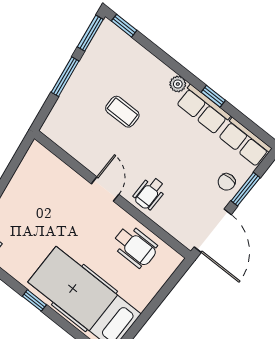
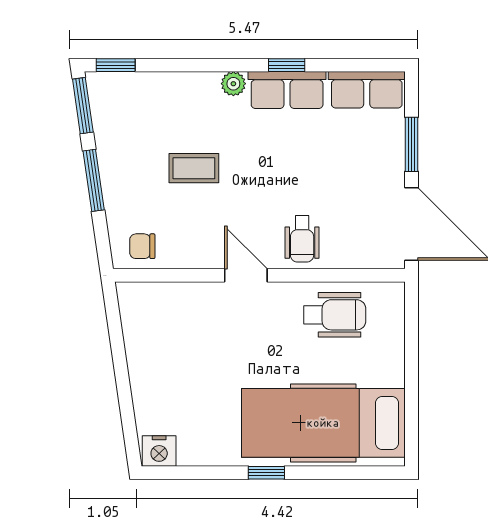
chair: (227, 182) -> (142, 246), moved, turned 90

